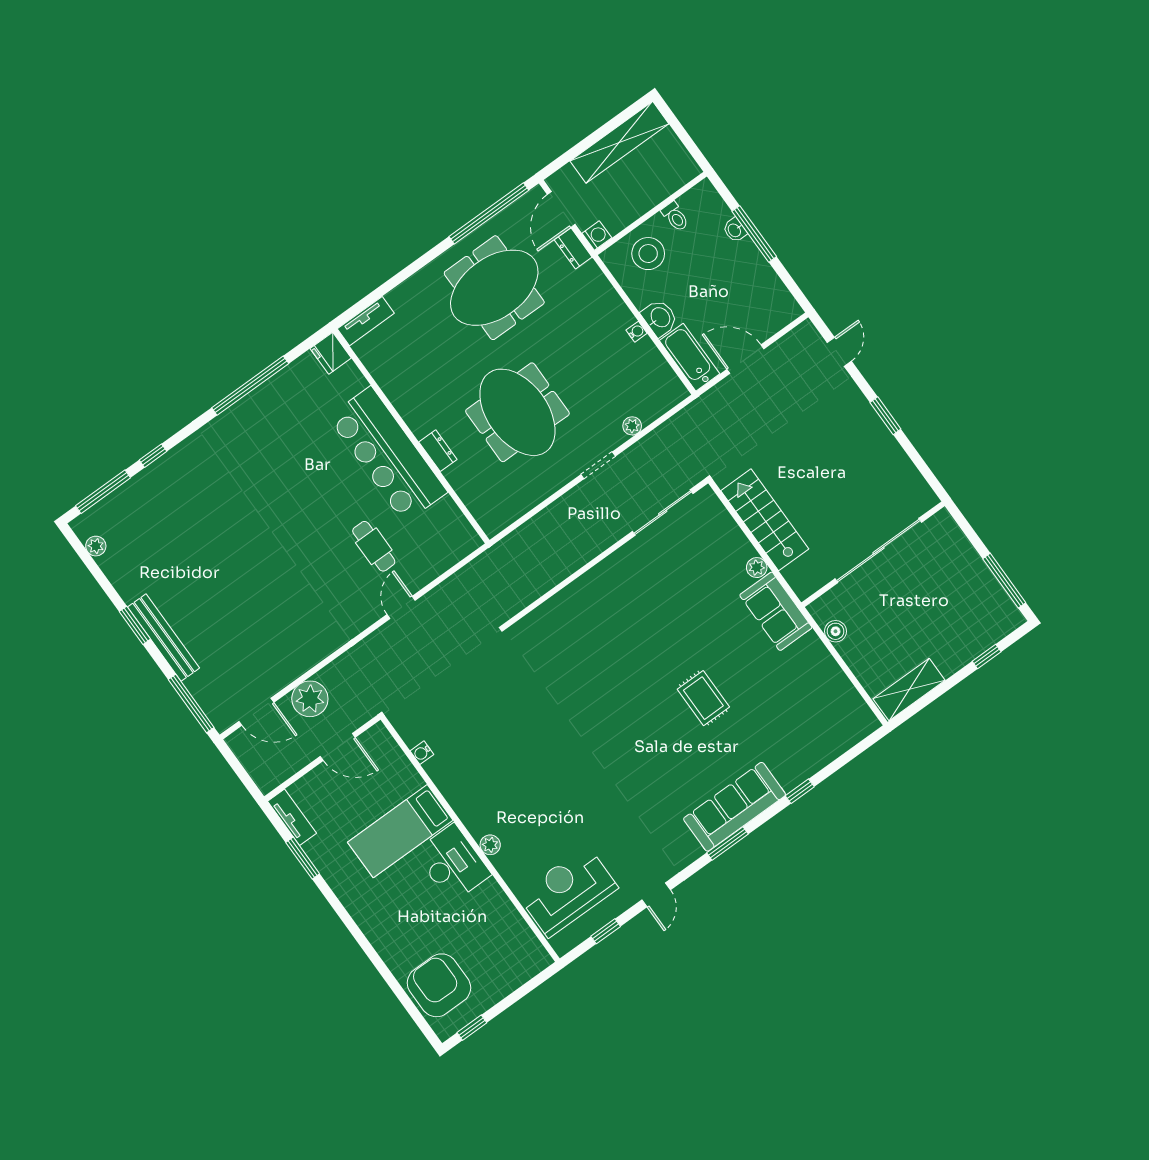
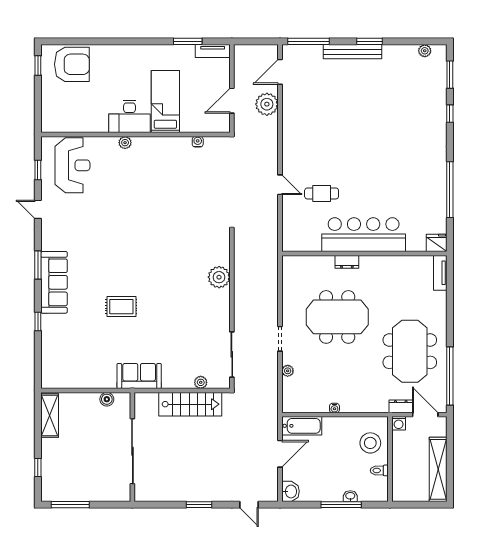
washbasin: (660, 318) -> (290, 491), moved, turned -90
window: (103, 492) -> (450, 75), width x0.69
plant: (757, 568) -> (201, 382), moved
plant: (576, 600) -> (219, 277), added

